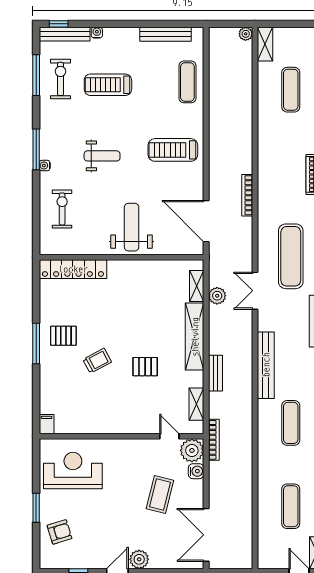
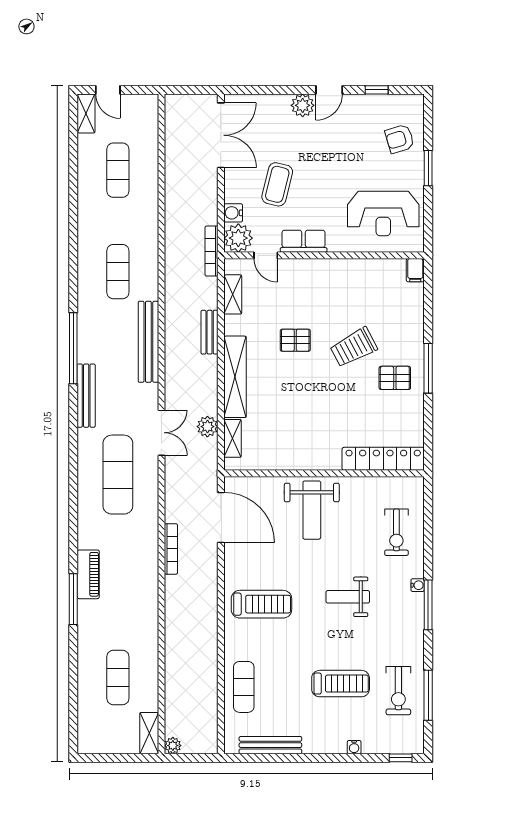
bench: (65, 34) -> (393, 745), removed
trolley: (97, 361) -> (354, 347), width x1.36, depth x1.39
row of seats: (138, 448) -> (304, 241), added

